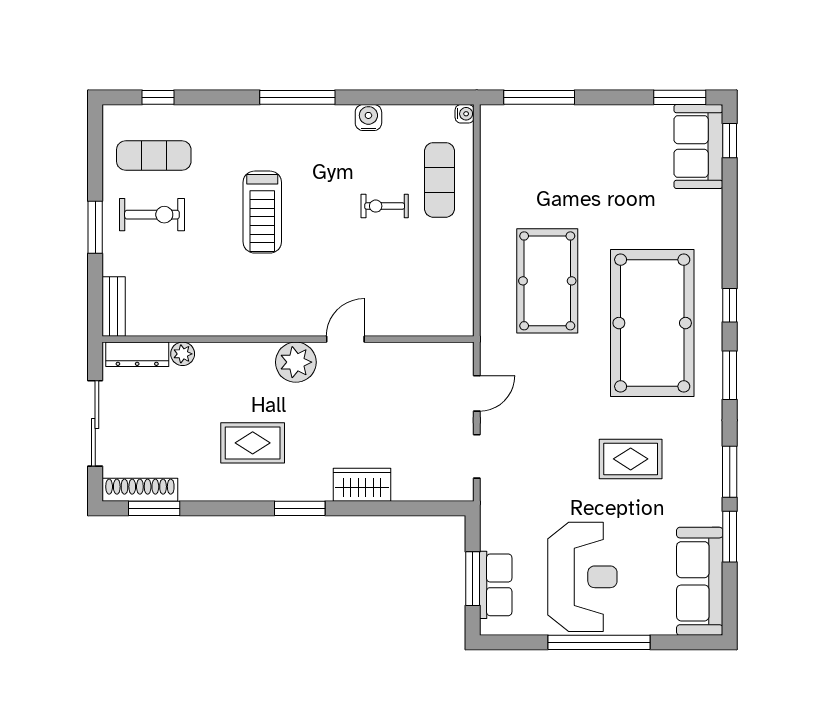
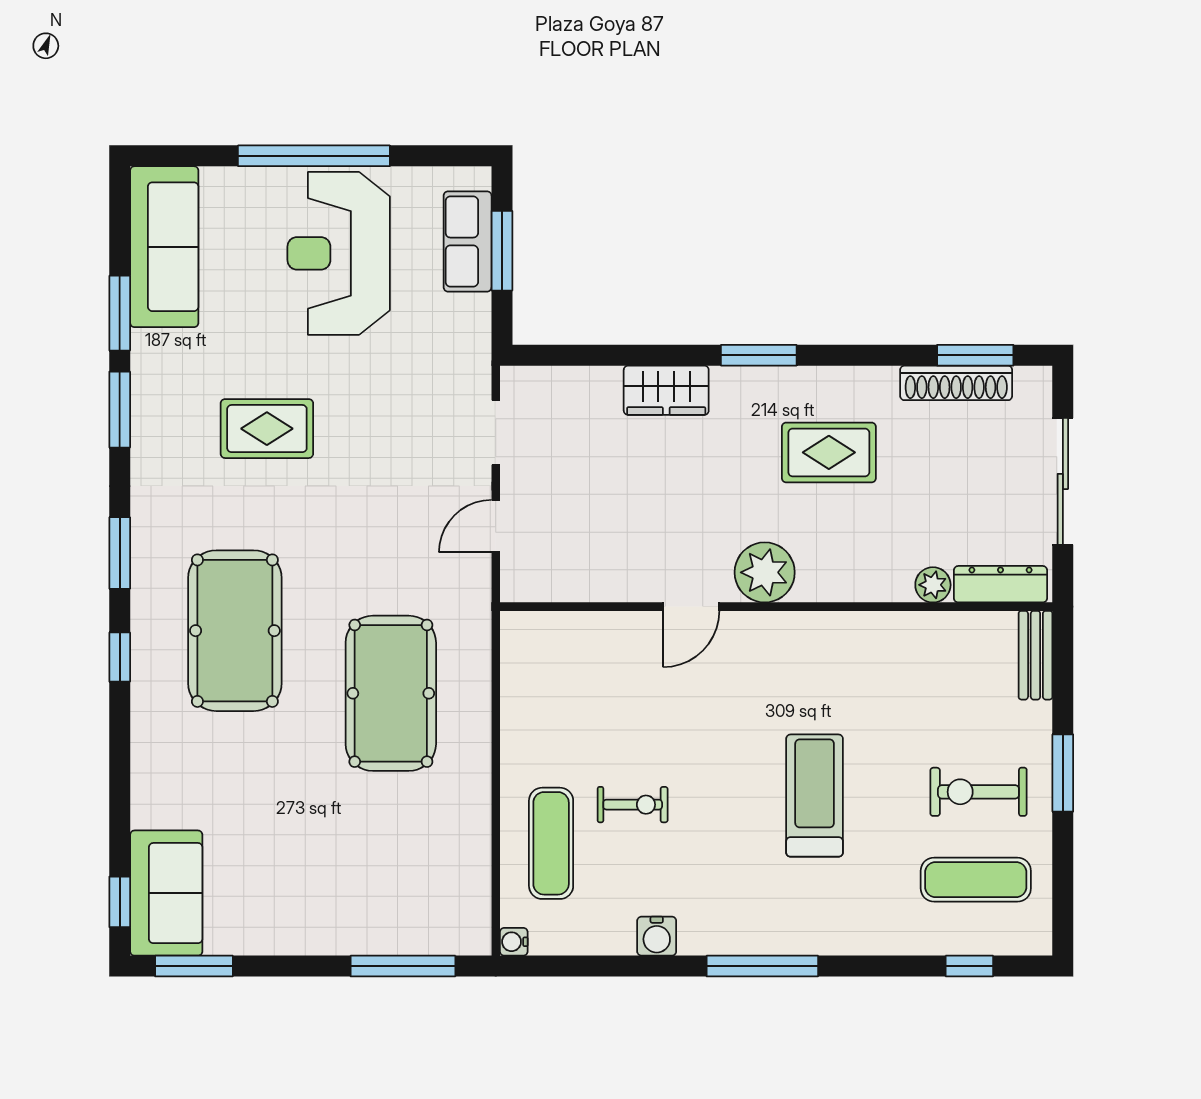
pool table: (652, 323) -> (235, 631), width x0.73, depth x0.76
shoe rack: (140, 490) -> (956, 383), moved

